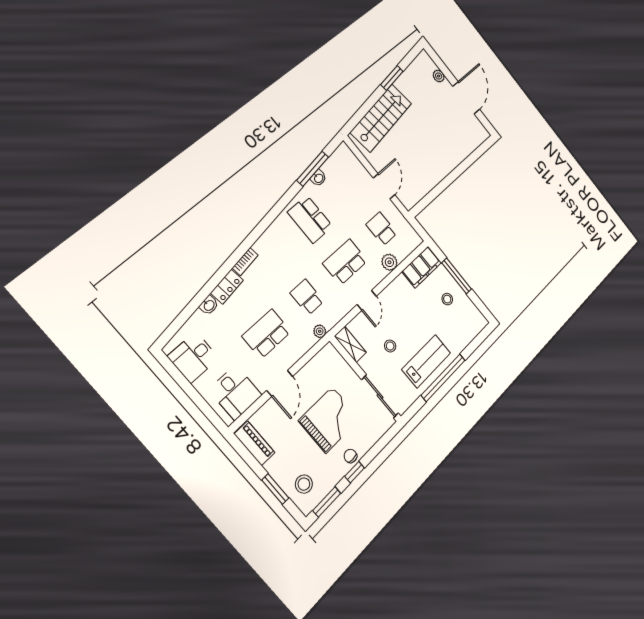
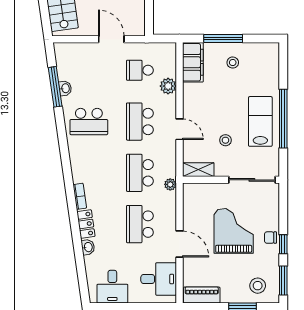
school desk: (307, 297) -> (140, 173), width x1.85

